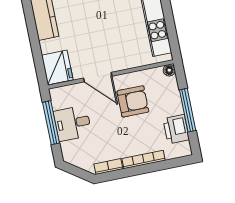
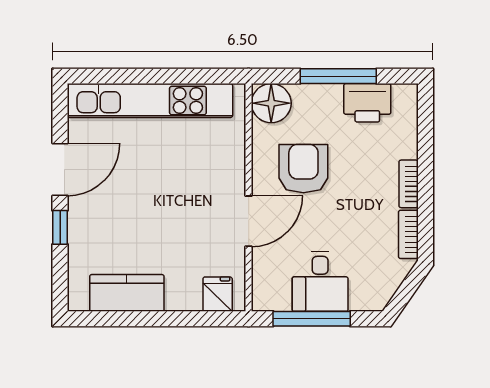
fridge: (57, 68) -> (218, 294), width x0.53, depth x0.75
floor lamp: (169, 70) -> (271, 103), width x1.89, depth x1.89
bookcase: (144, 159) -> (409, 184), width x0.64

